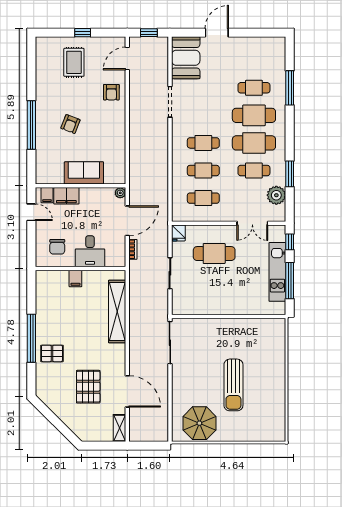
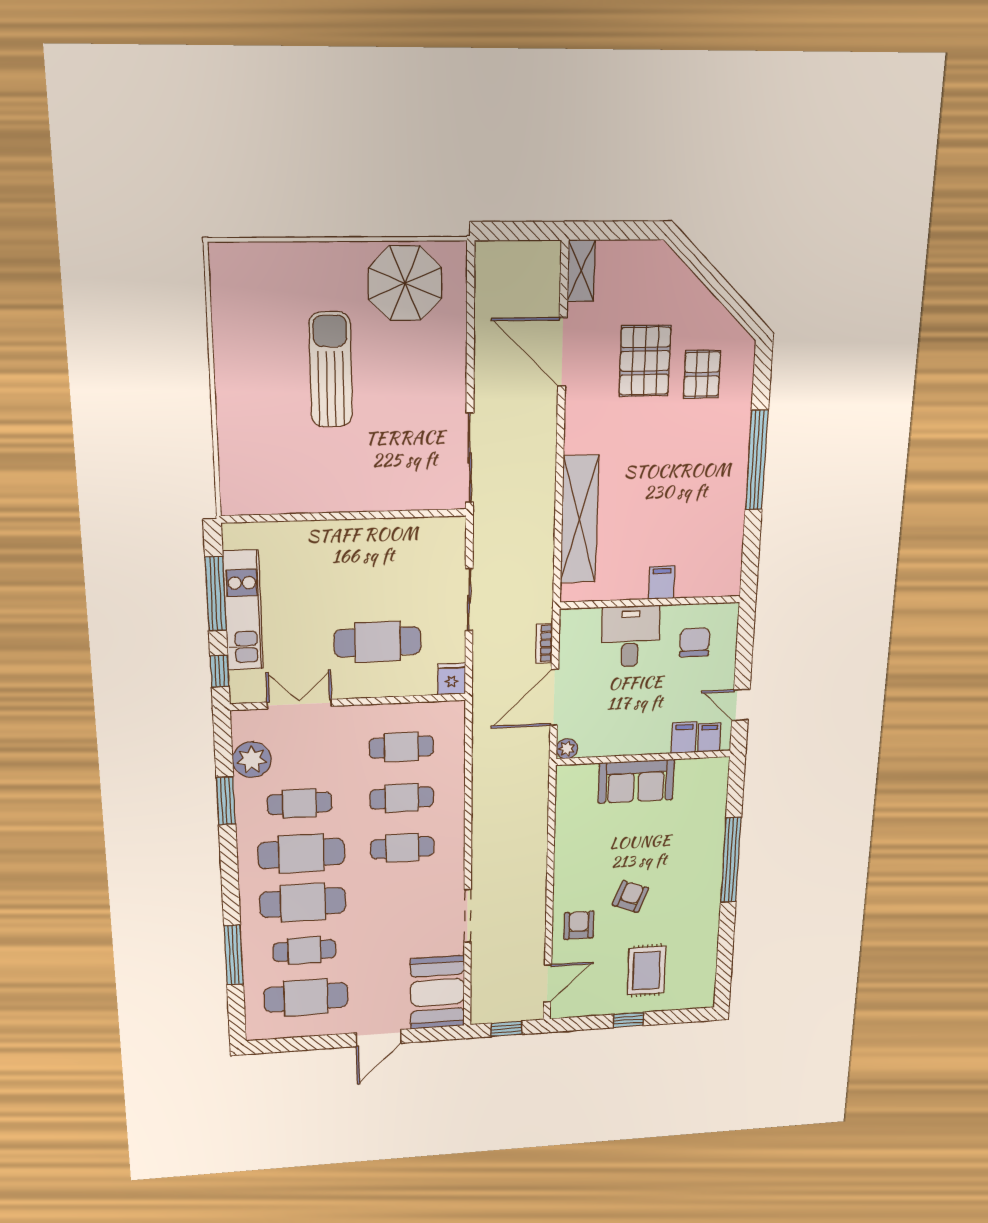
cafe table: (254, 60) -> (306, 997), added
armchair: (70, 124) -> (630, 897), moved
filing cabinet: (66, 196) -> (684, 738), width x0.50
pallet: (52, 353) -> (702, 374), moved, turned 90

